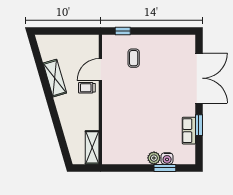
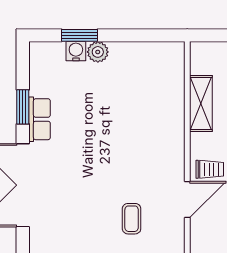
row of seats: (189, 131) -> (39, 119), moved
shelving: (92, 147) -> (201, 103), moved

